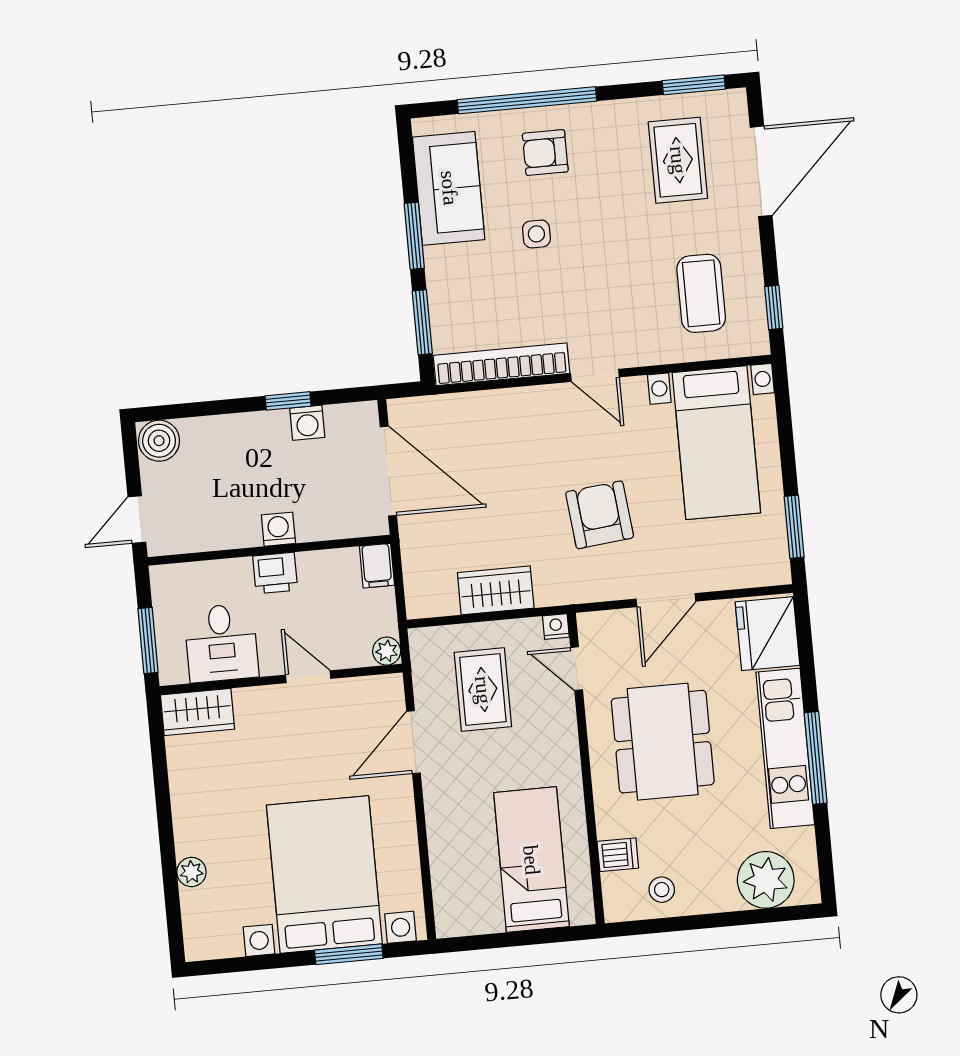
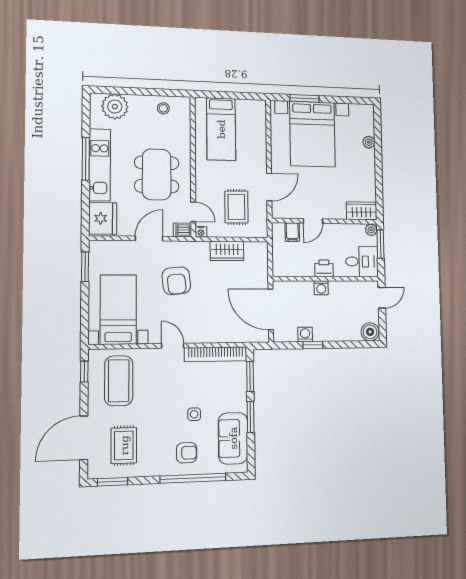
coffee table: (701, 293) -> (119, 381), width x1.36, depth x1.32
filing cabinet: (377, 566) -> (292, 232), moved, turned 180
desk: (221, 643) -> (362, 261), moved, turned 90
plant: (387, 651) -> (371, 230), moved
door: (308, 677) -> (313, 221), hinge flipped
dishwasher: (618, 855) -> (182, 230), moved

